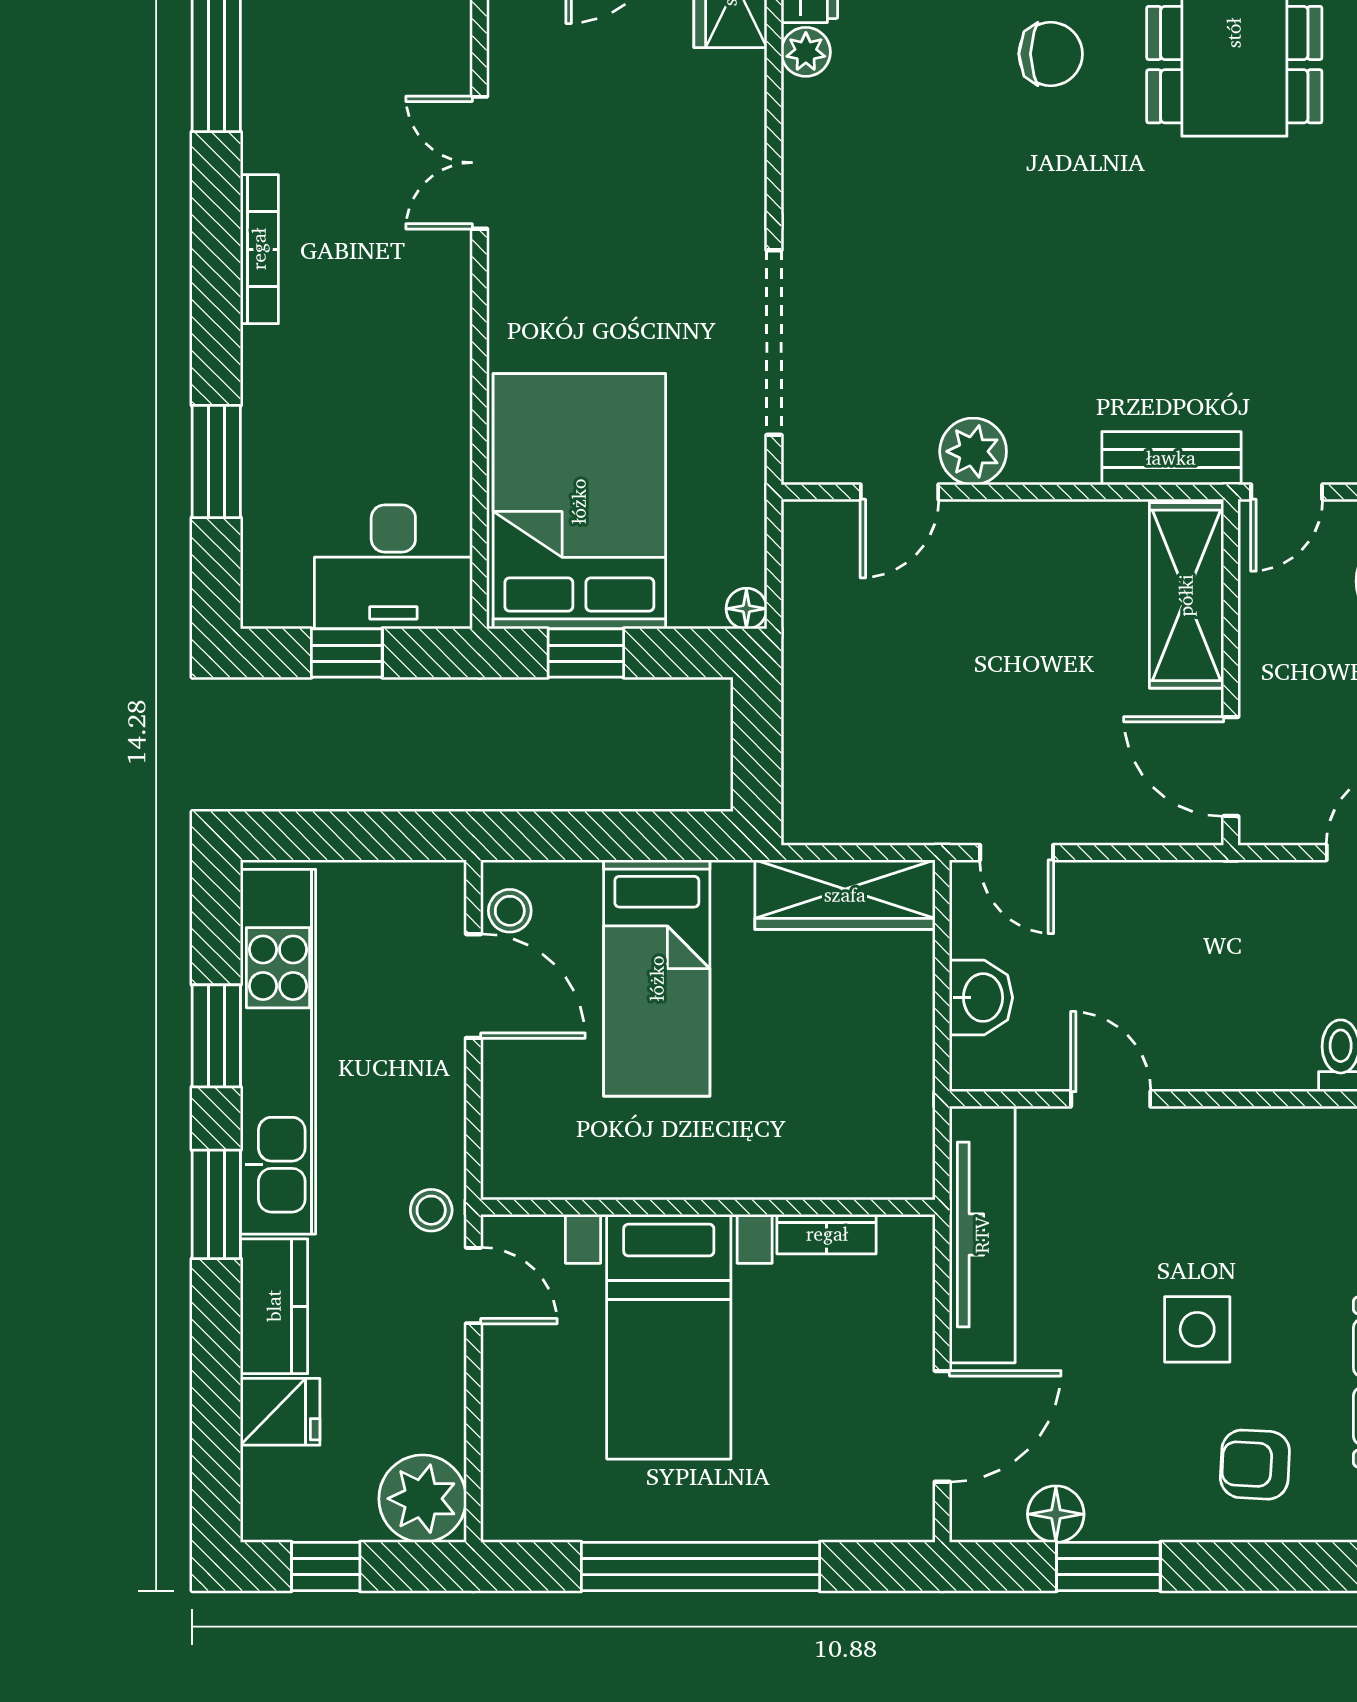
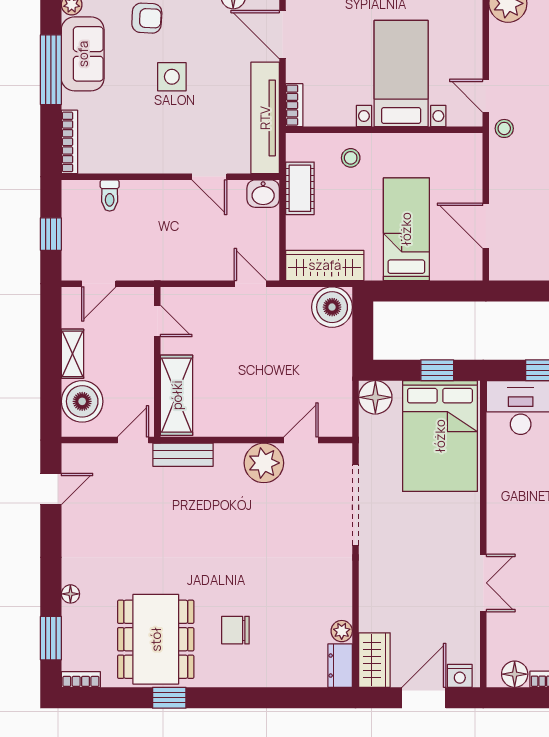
plant: (973, 451) -> (264, 463), width x1.36, depth x1.36
floor lamp: (746, 609) -> (375, 397), width x1.89, depth x1.89
door: (1231, 767) -> (157, 321), width x0.73
boiler: (828, 799) -> (332, 307), added
stool: (510, 911) -> (351, 158), moved
washbasin: (981, 998) -> (263, 194), moved, turned -90
cot: (902, 1072) -> (300, 188), added
bookcase: (827, 1234) -> (294, 105), moved, turned 90
door: (942, 1426) -> (282, 35), hinge flipped

